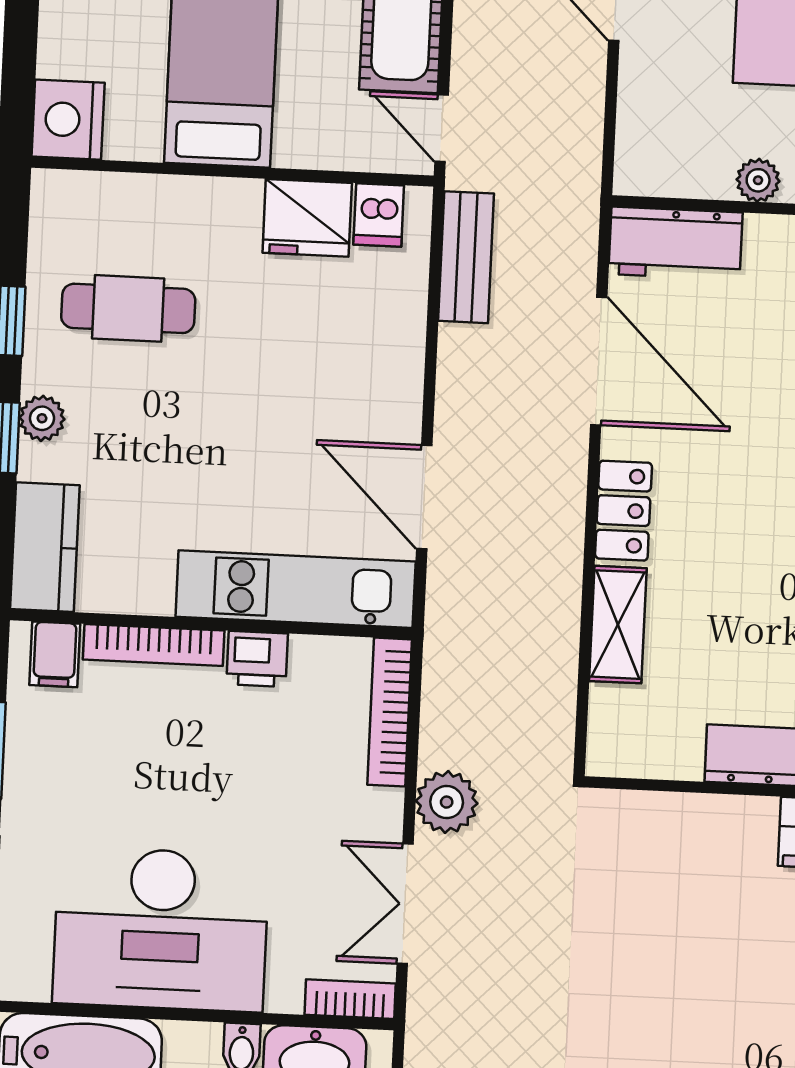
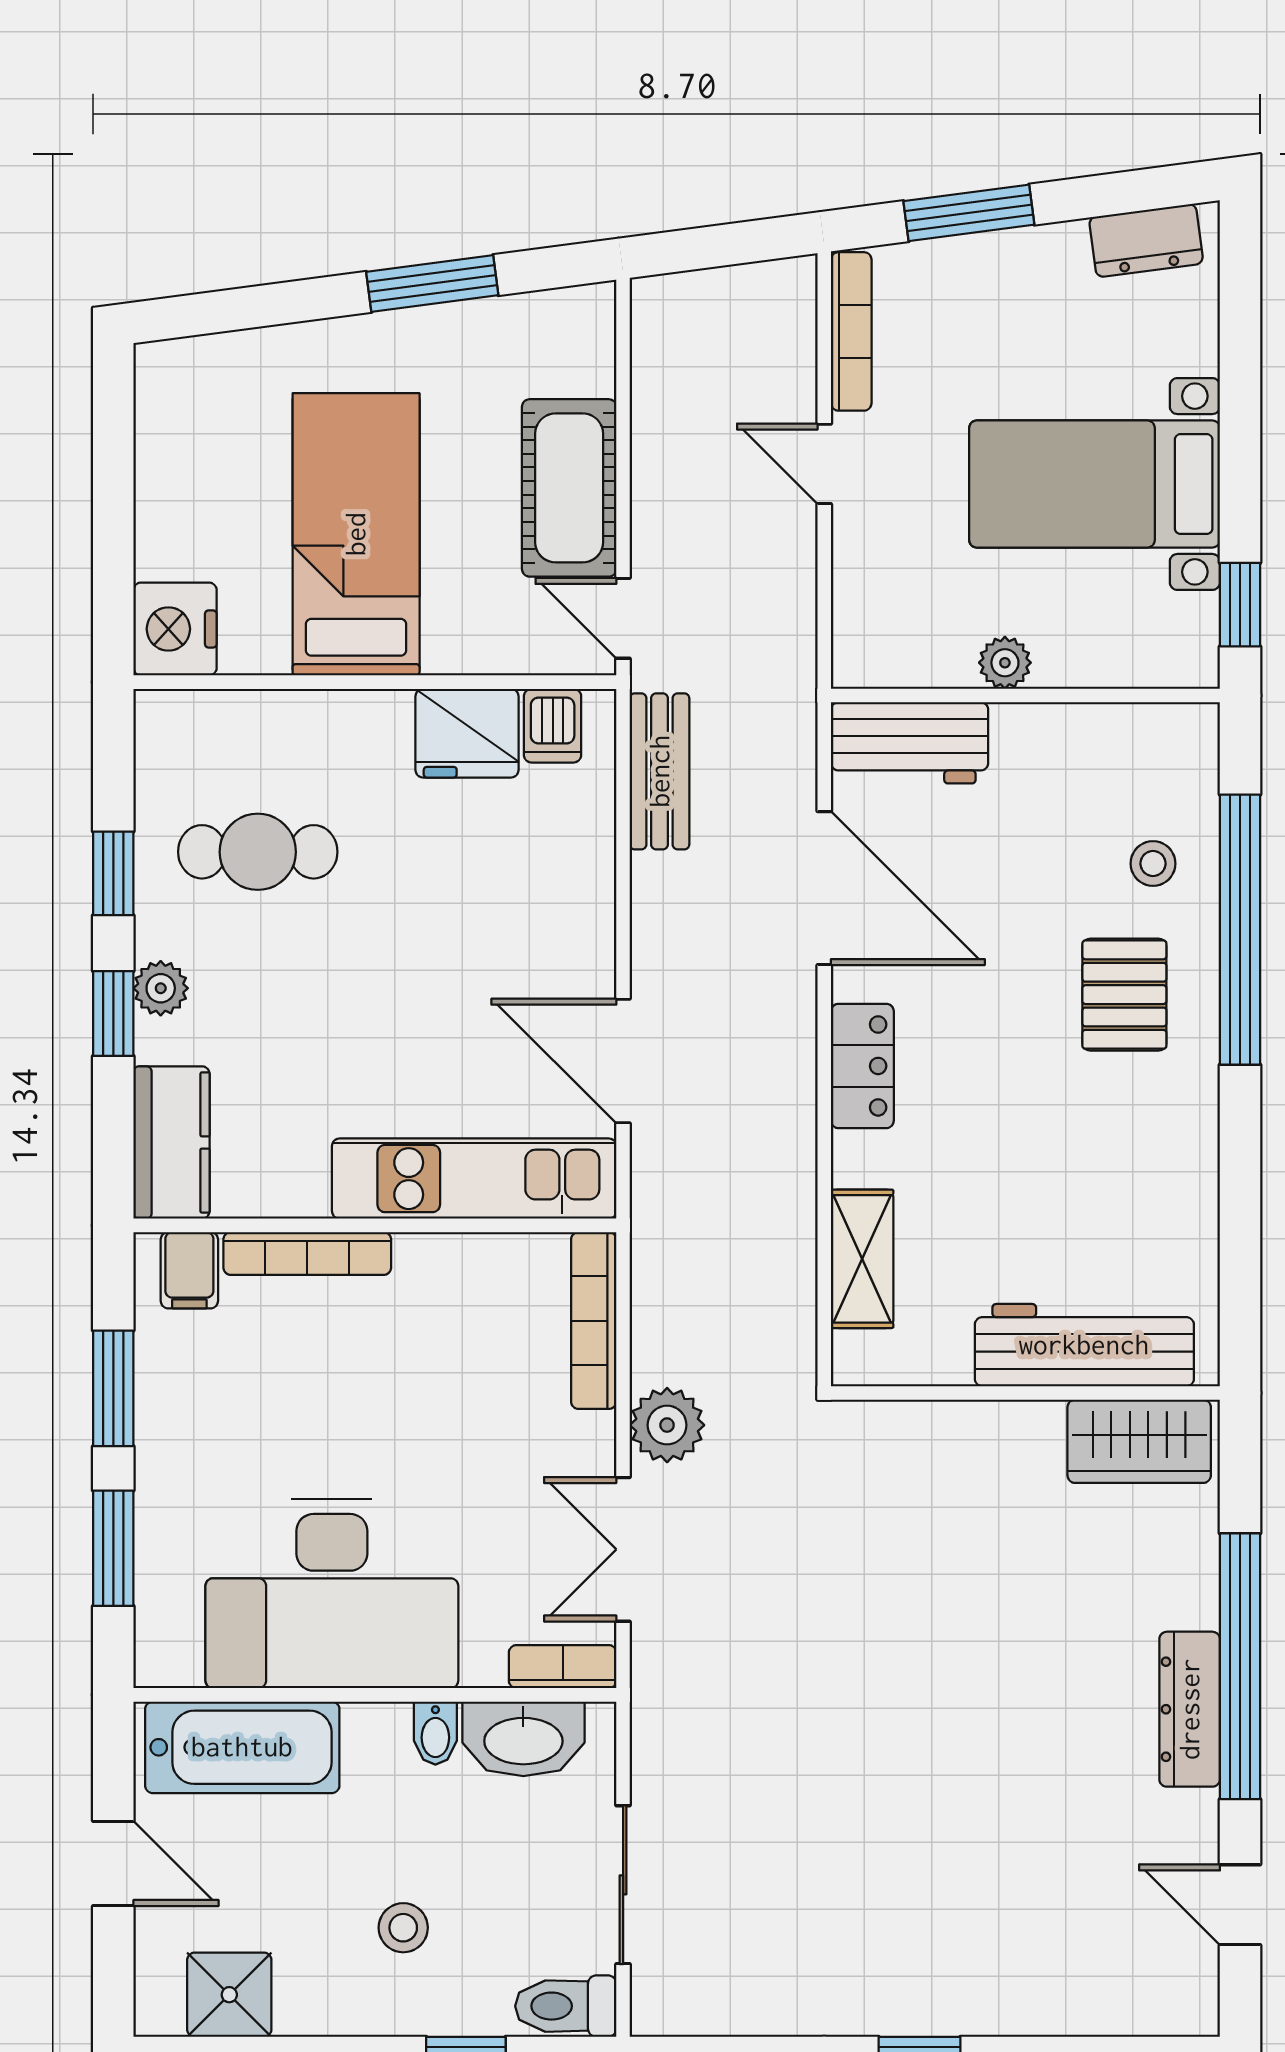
shelving: (618, 625) -> (862, 1259), moved
printer: (257, 659) -> (432, 1264), removed

